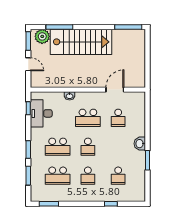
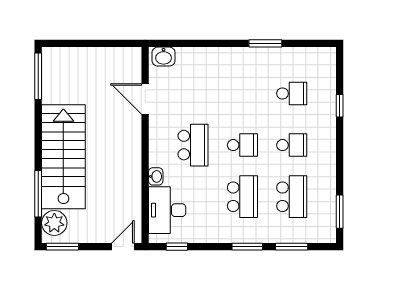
door: (28, 64) -> (123, 247), moved
desk: (41, 113) -> (167, 210), moved, turned 90
school desk: (118, 118) -> (193, 93), removed
washbasin: (140, 144) -> (164, 57), moved

